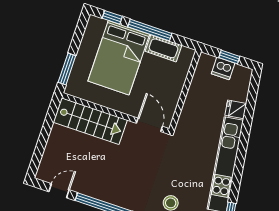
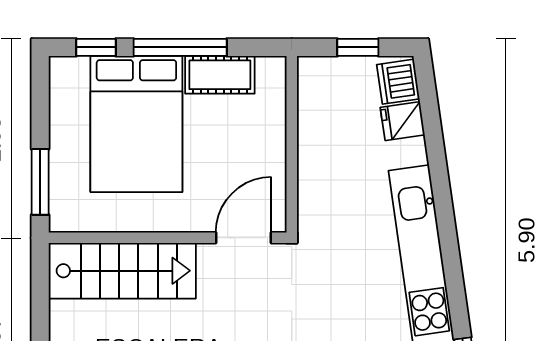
dishwasher: (223, 68) -> (398, 82), moved, turned 82
fridge: (236, 109) -> (402, 121), moved
door: (149, 125) -> (244, 238), hinge flipped

